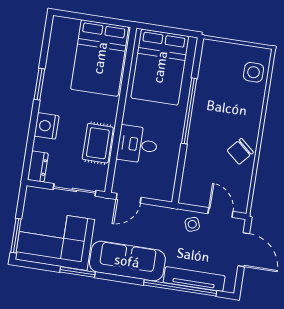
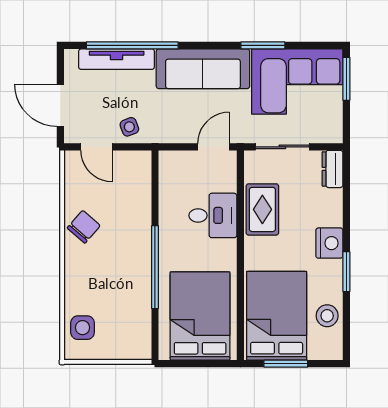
window: (98, 19) -> (286, 364), added
stool: (60, 52) -> (327, 316), added
nightstand: (47, 126) -> (329, 243), moved

